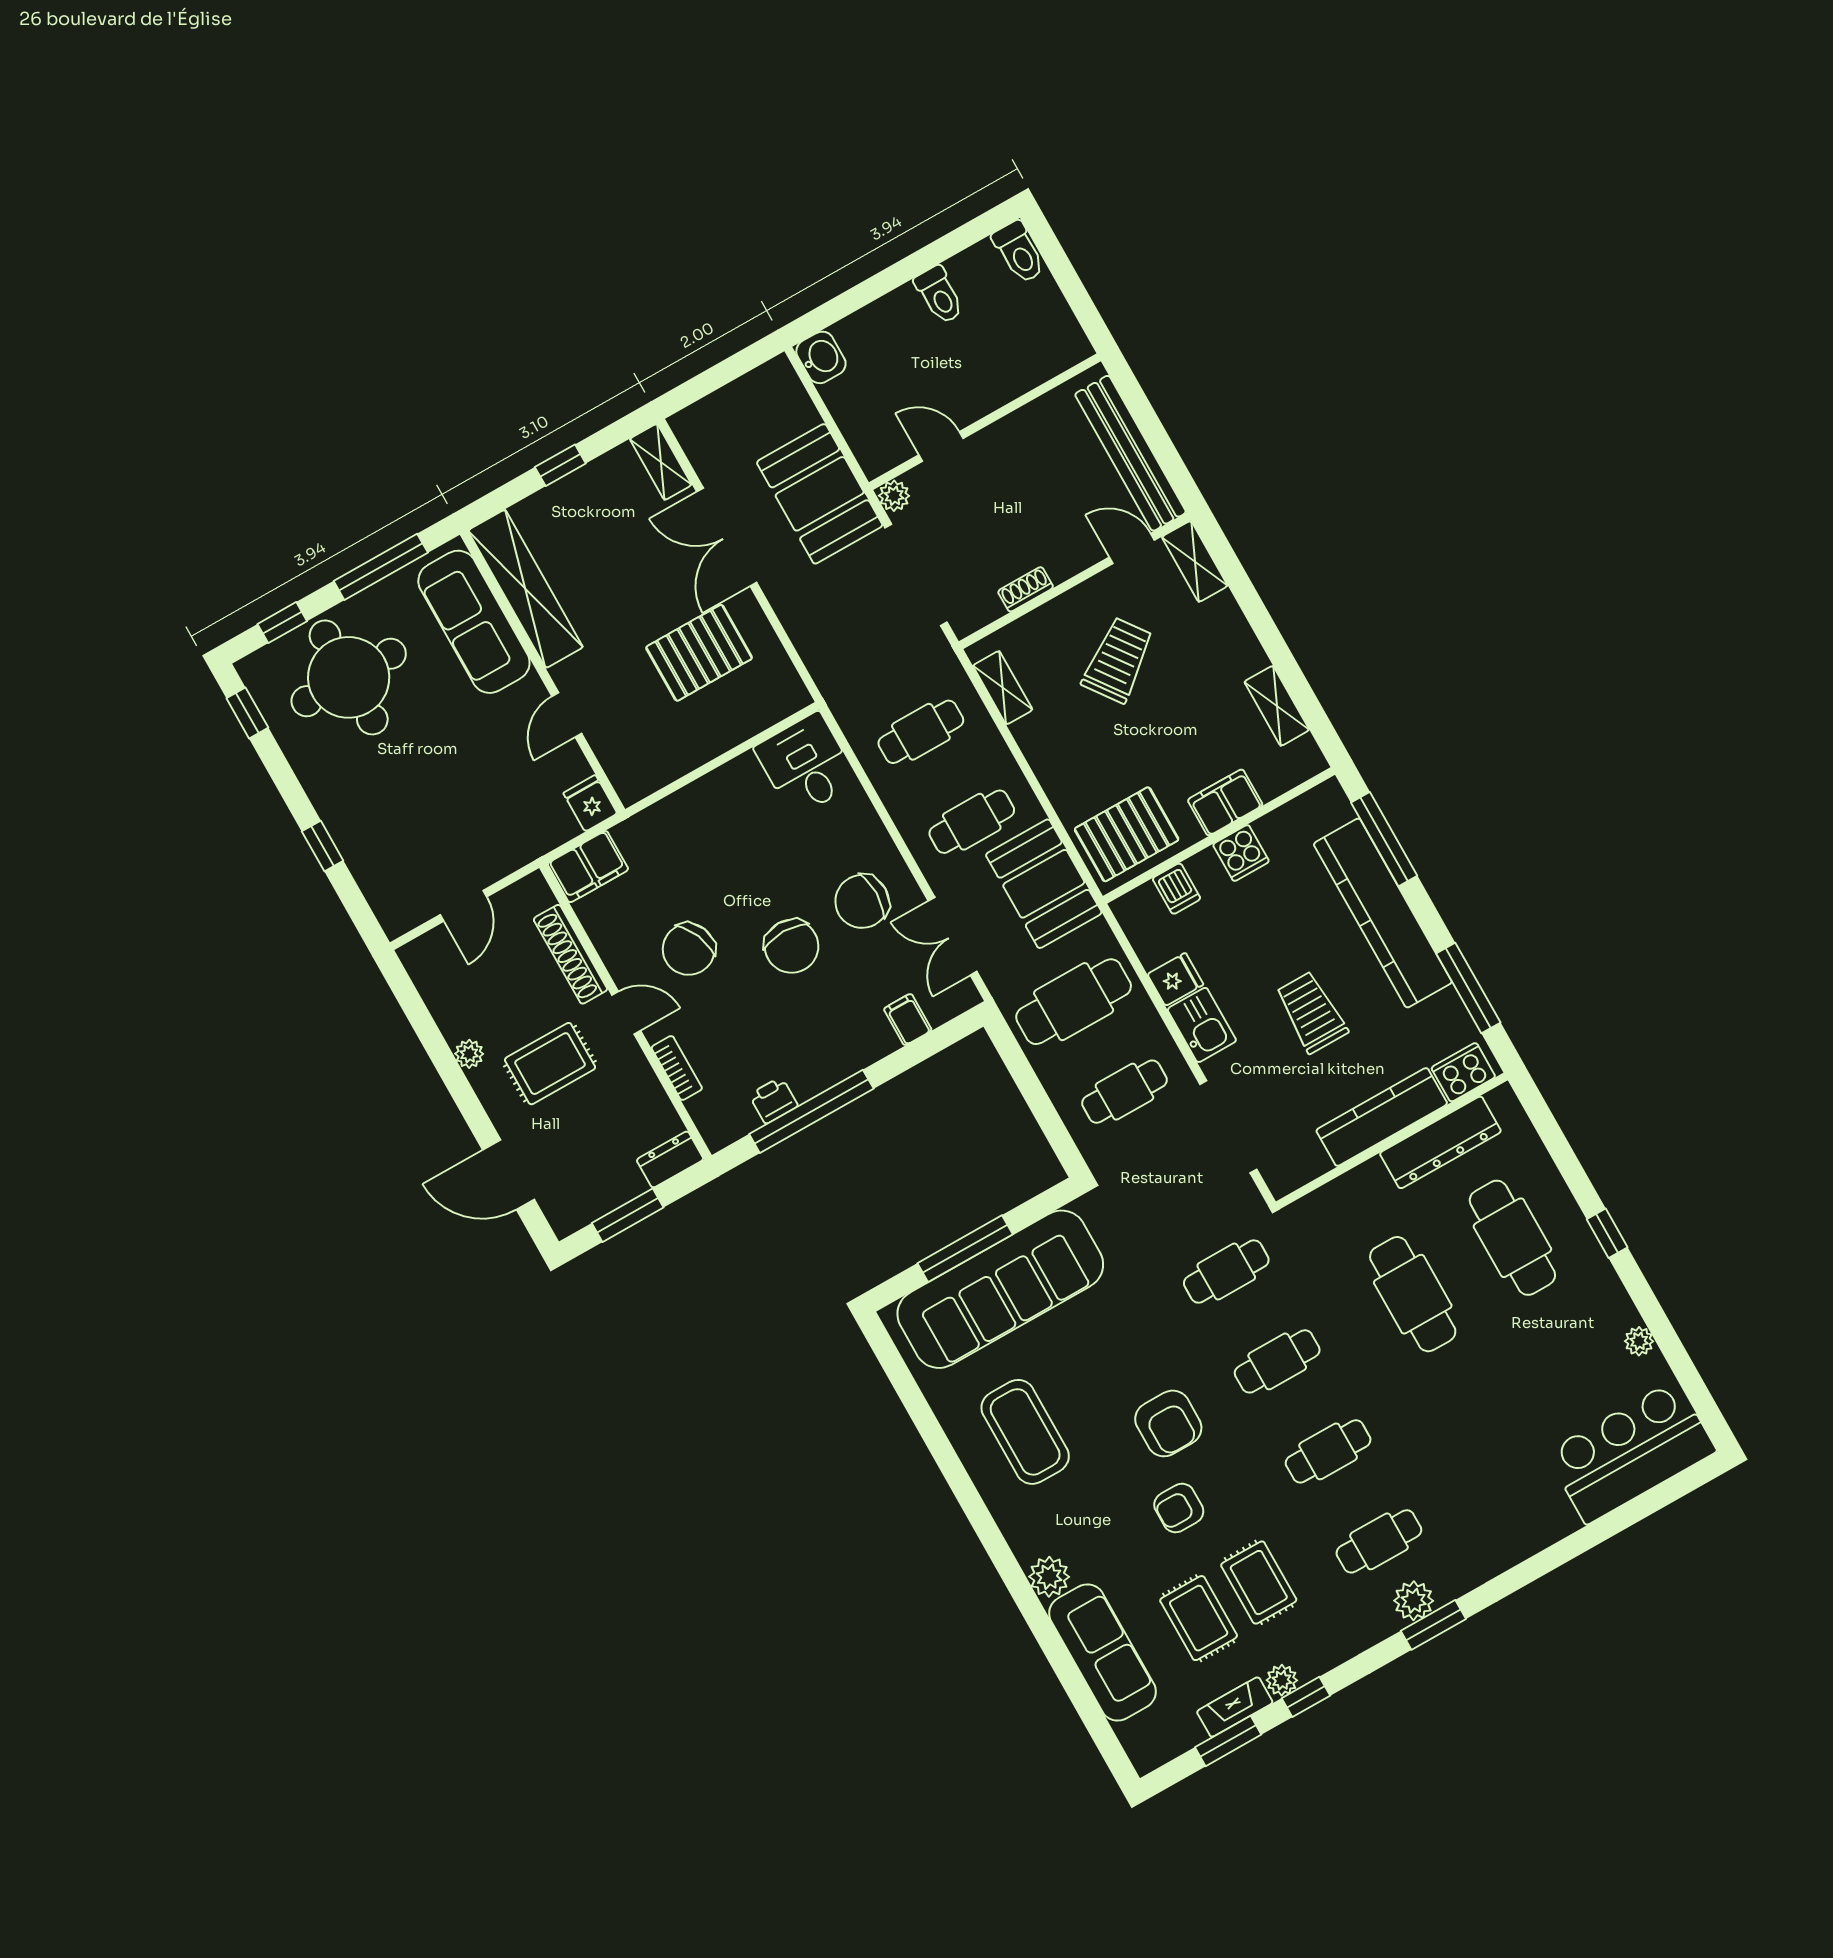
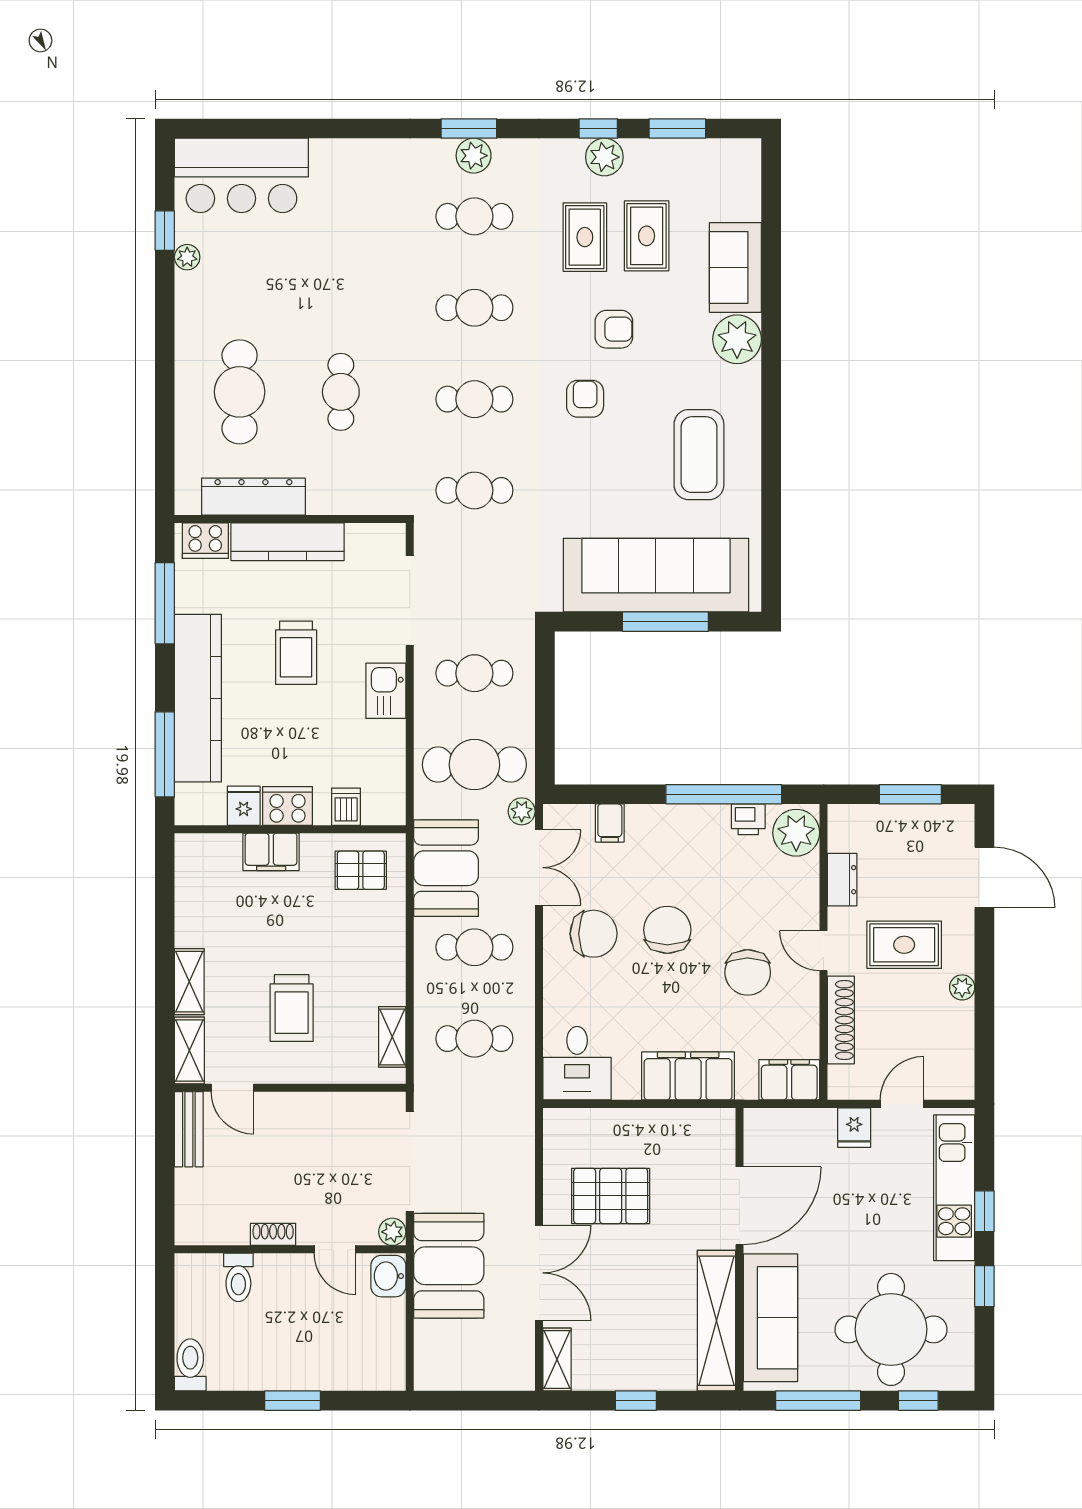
window: (898, 274) -> (293, 1401), added
toilet: (939, 295) -> (238, 1277), moved, turned 180
washbasin: (821, 357) -> (388, 1276), moved
bench: (1131, 453) -> (189, 1129), width x0.54, depth x0.82
shoe rack: (1026, 589) -> (273, 1234), moved, turned 180
trolley: (1118, 660) -> (292, 1008), turned -54
shelving: (1277, 706) -> (189, 982), moved
window: (247, 713) -> (984, 1286), moved
door: (567, 715) -> (739, 1206), width x1.87
fridge: (590, 803) -> (854, 1128), moved
filing cabinet: (690, 814) -> (688, 1076), added
pallet: (1127, 834) -> (361, 870), width x0.67, depth x0.71
kitchen unit: (365, 852) -> (954, 1188), added
cooker: (1241, 853) -> (288, 806), width x1.36
chair: (689, 949) -> (748, 972), turned 113
fridge: (1175, 979) -> (244, 806), moved, turned 90
plant: (1001, 982) -> (522, 811), added
bookcase: (677, 1068) -> (809, 886), removed
plant: (719, 1114) -> (796, 833), added
dresser: (670, 1160) -> (842, 880), moved, turned -90
window: (1607, 1233) -> (165, 231), moved
cafe table: (1413, 1294) -> (341, 392), width x0.73, depth x0.74
armchair: (1168, 1423) -> (585, 399), width x0.72, depth x0.72
plant: (1049, 1577) -> (737, 339), width x1.36, depth x1.36
sofa: (1102, 1652) -> (735, 267), width x0.73
plant: (1282, 1680) -> (604, 157), width x1.38, depth x1.38
fireplace: (1235, 1707) -> (657, 152), removed

